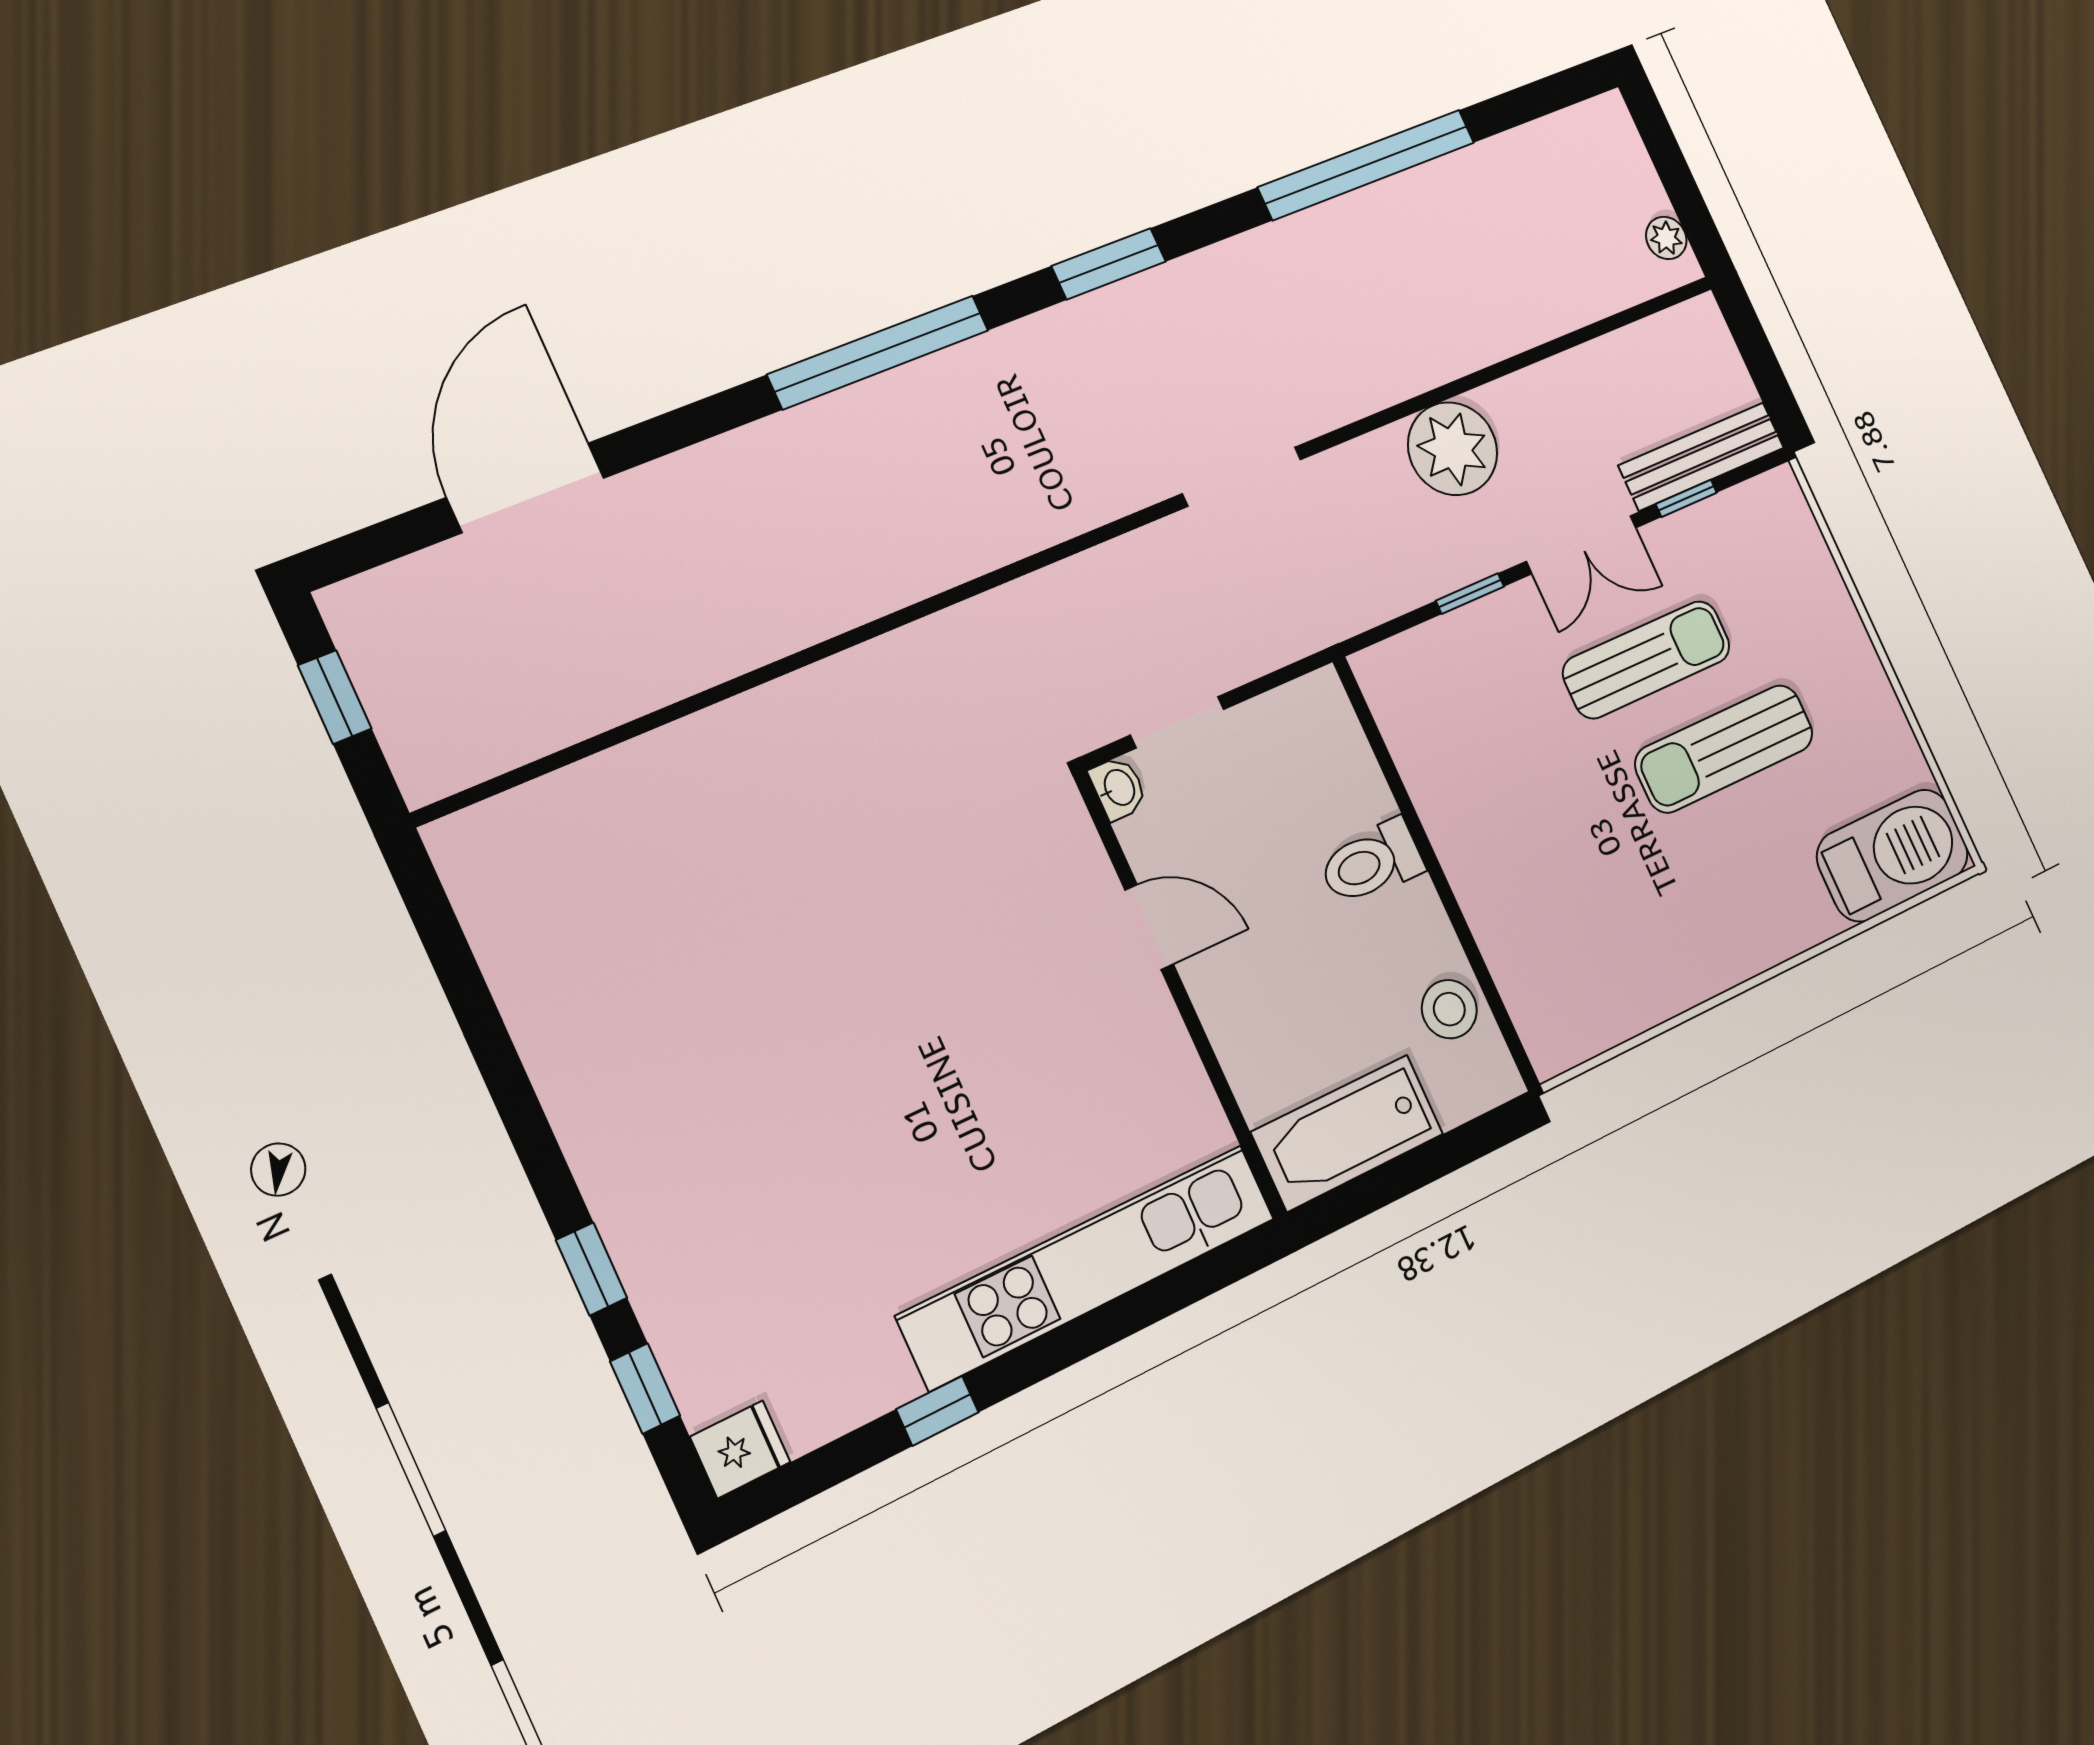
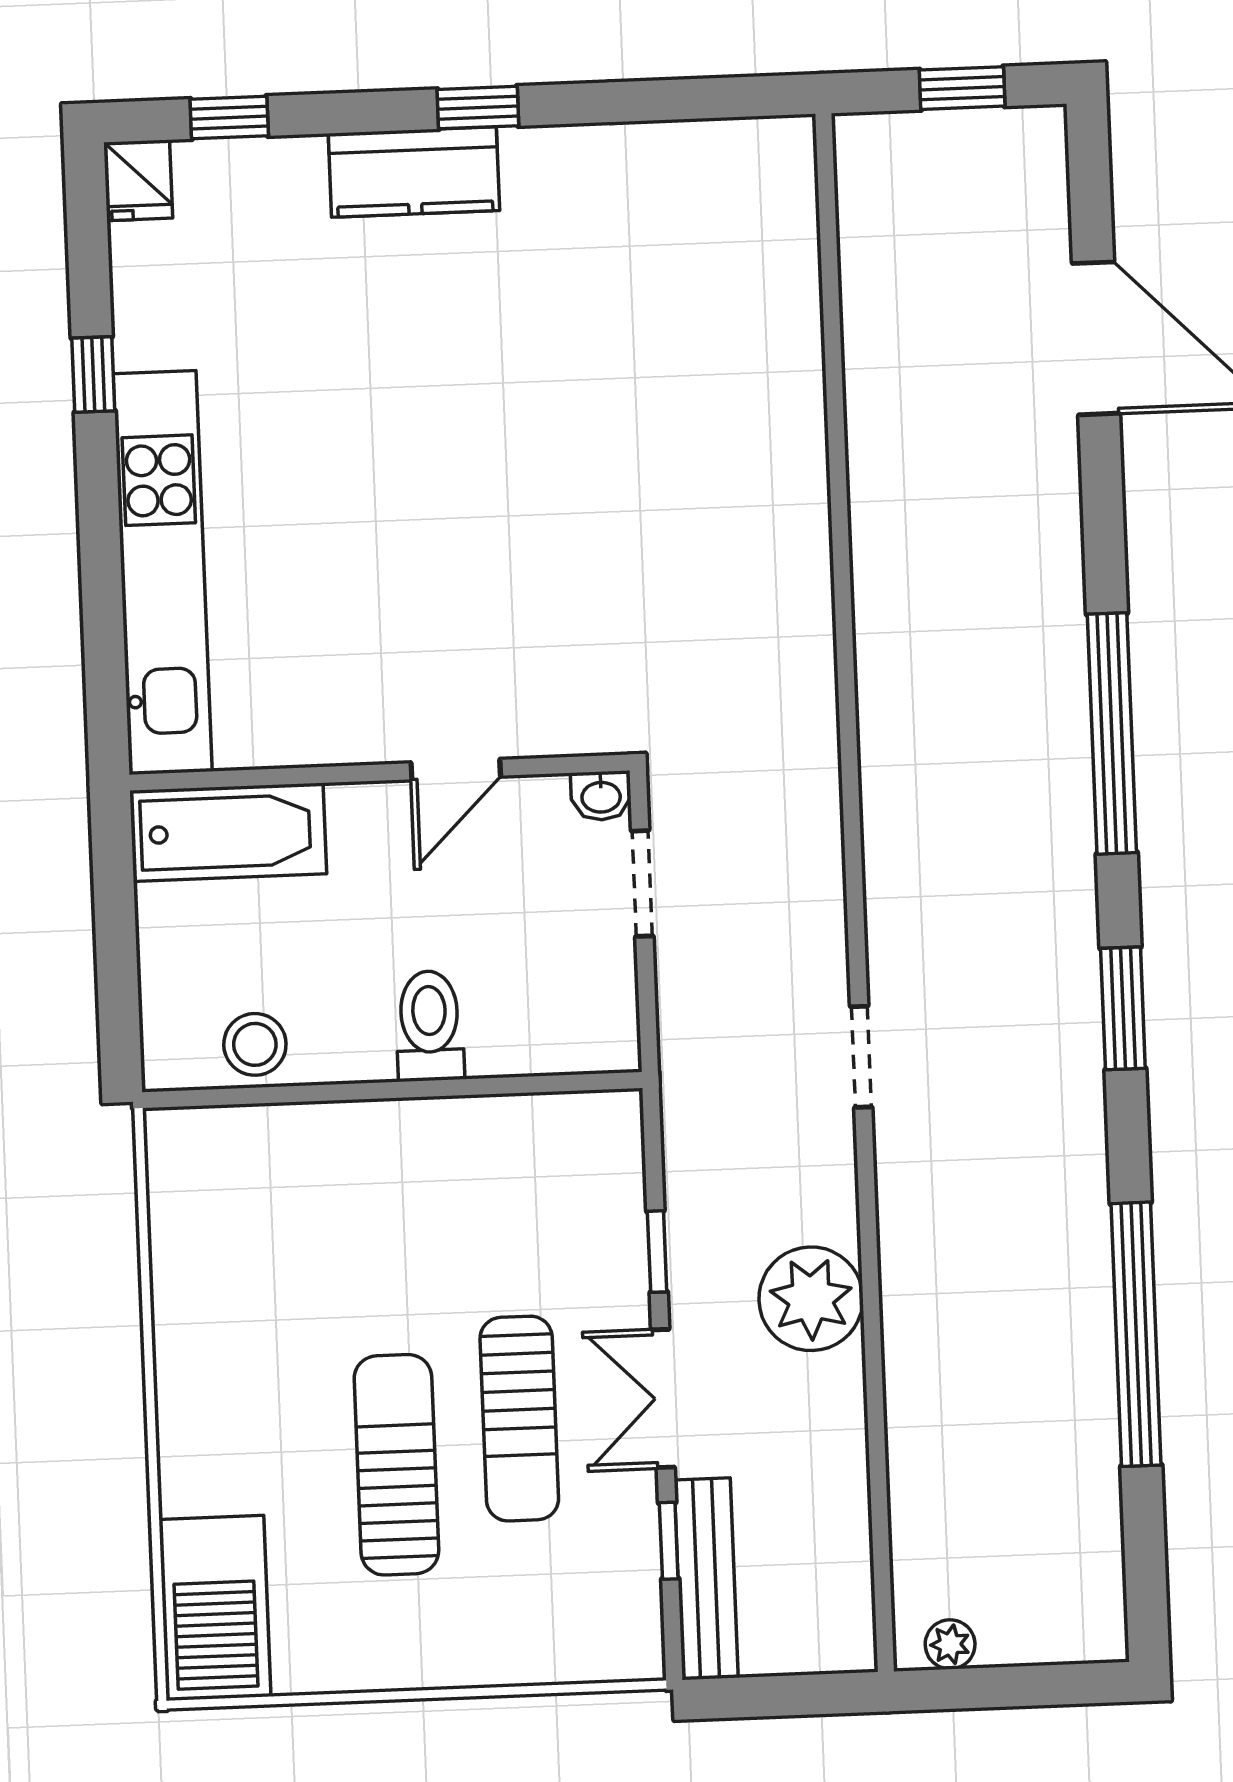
doorway: (1242, 477) -> (861, 1057), width x0.73
bathtub: (1347, 1133) -> (228, 832), moved, turned 90
kitchen counter: (626, 1189) -> (414, 172), added
window: (591, 1269) -> (478, 108), moved

